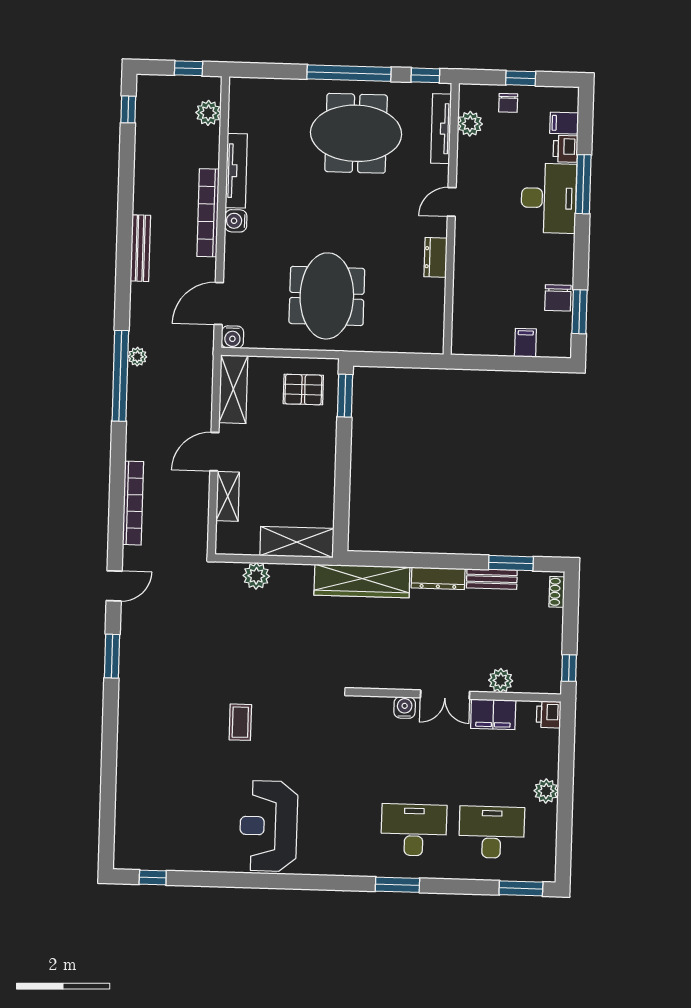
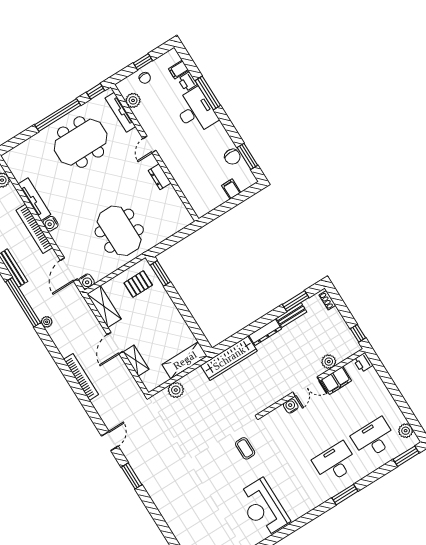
window: (120, 376) -> (23, 302), moved
bookcase: (133, 503) -> (81, 377), moved
coffee table: (240, 722) -> (245, 448), moved
plant: (546, 791) -> (406, 431), moved

